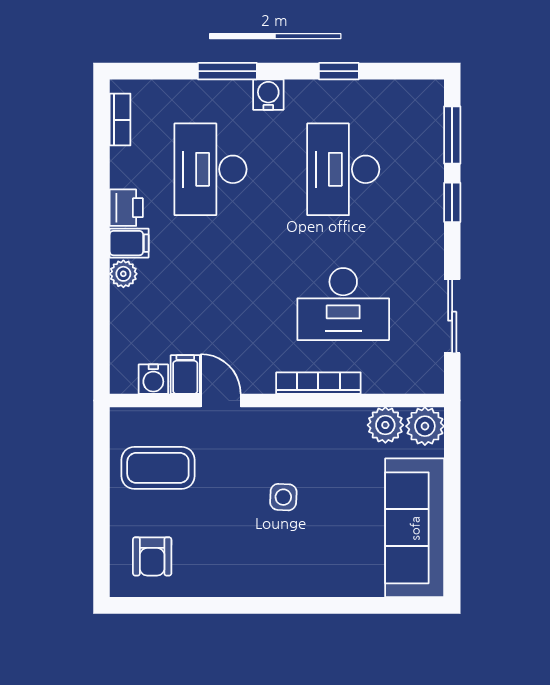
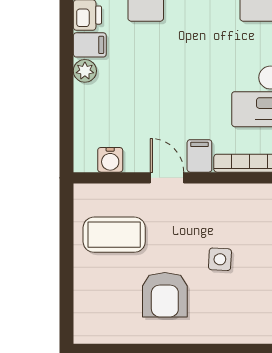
filing cabinet: (185, 375) -> (199, 156), moved
armchair: (152, 556) -> (165, 295), moved, width x1.38, depth x1.38

